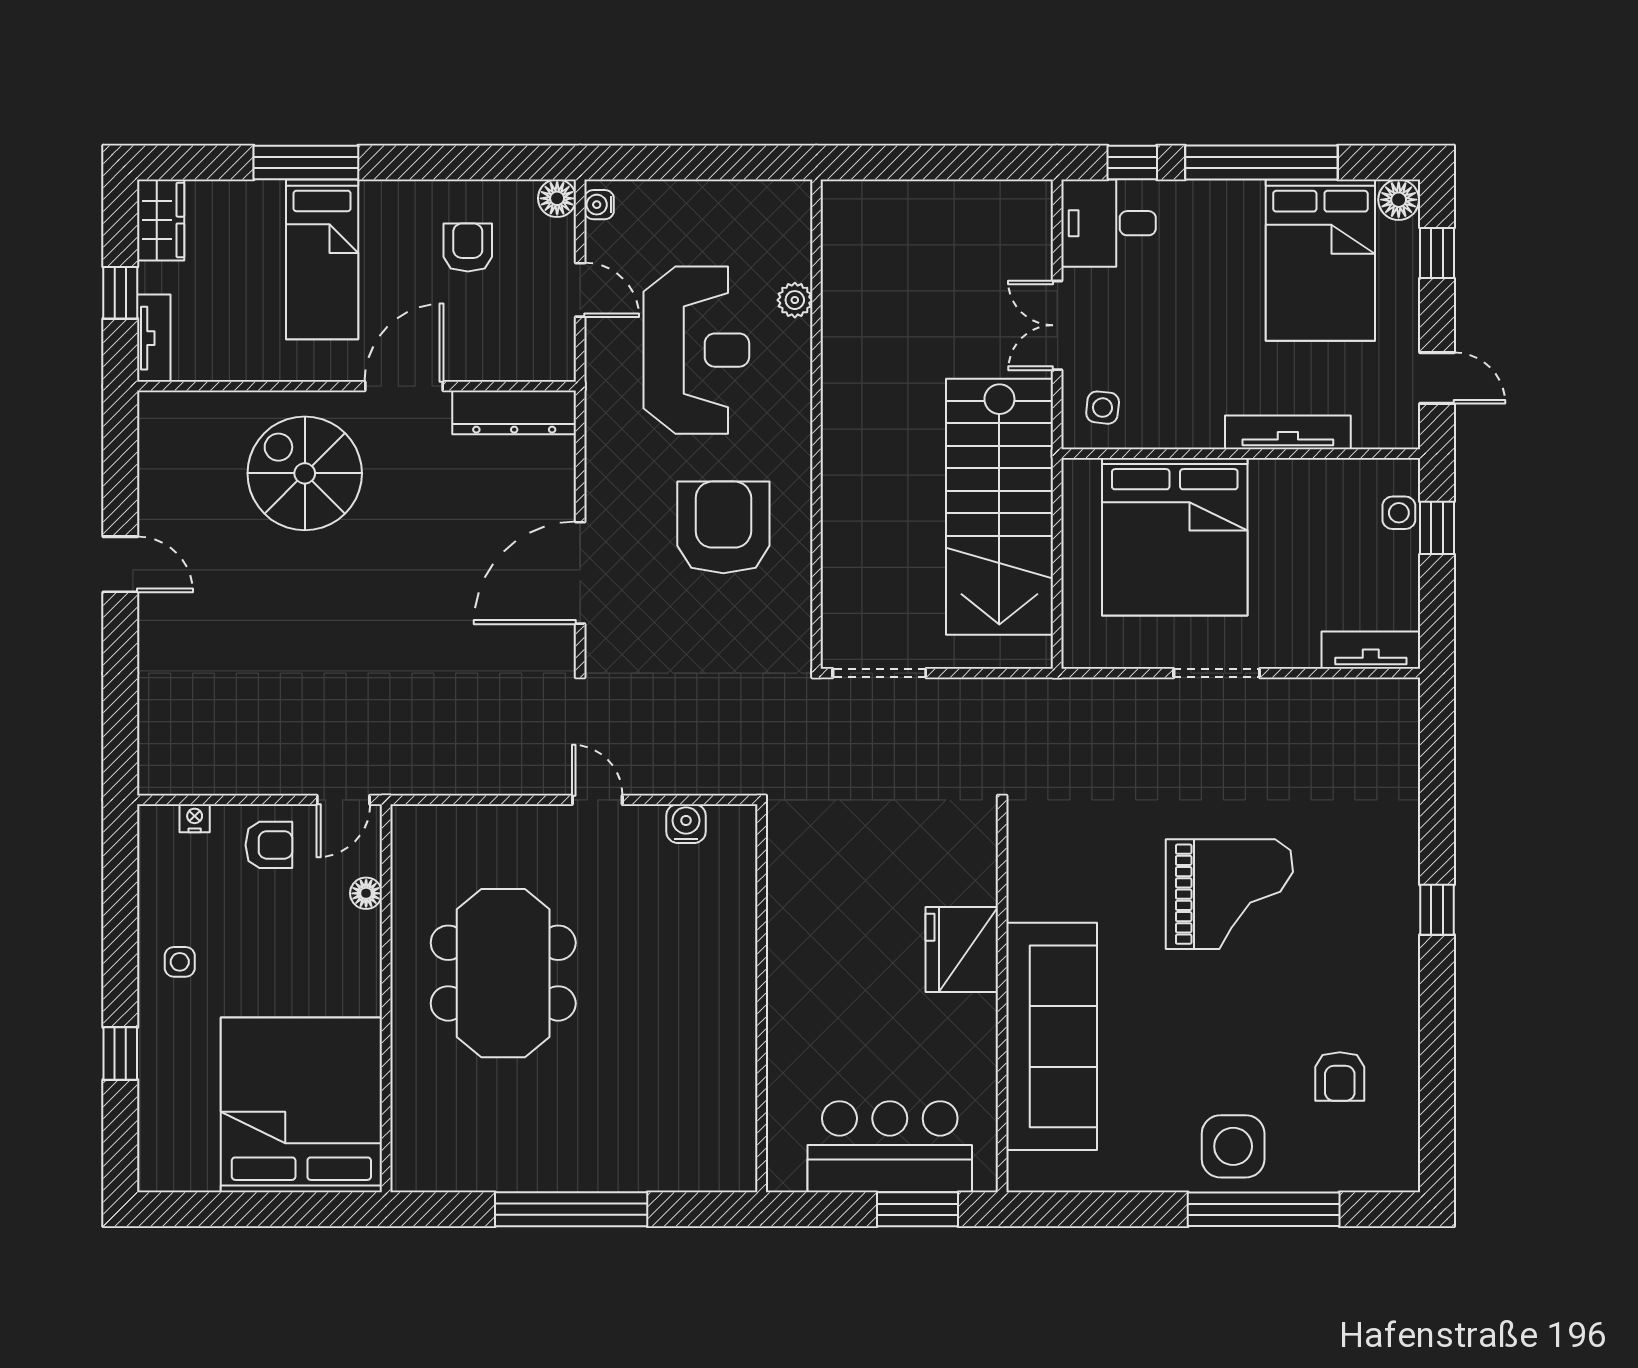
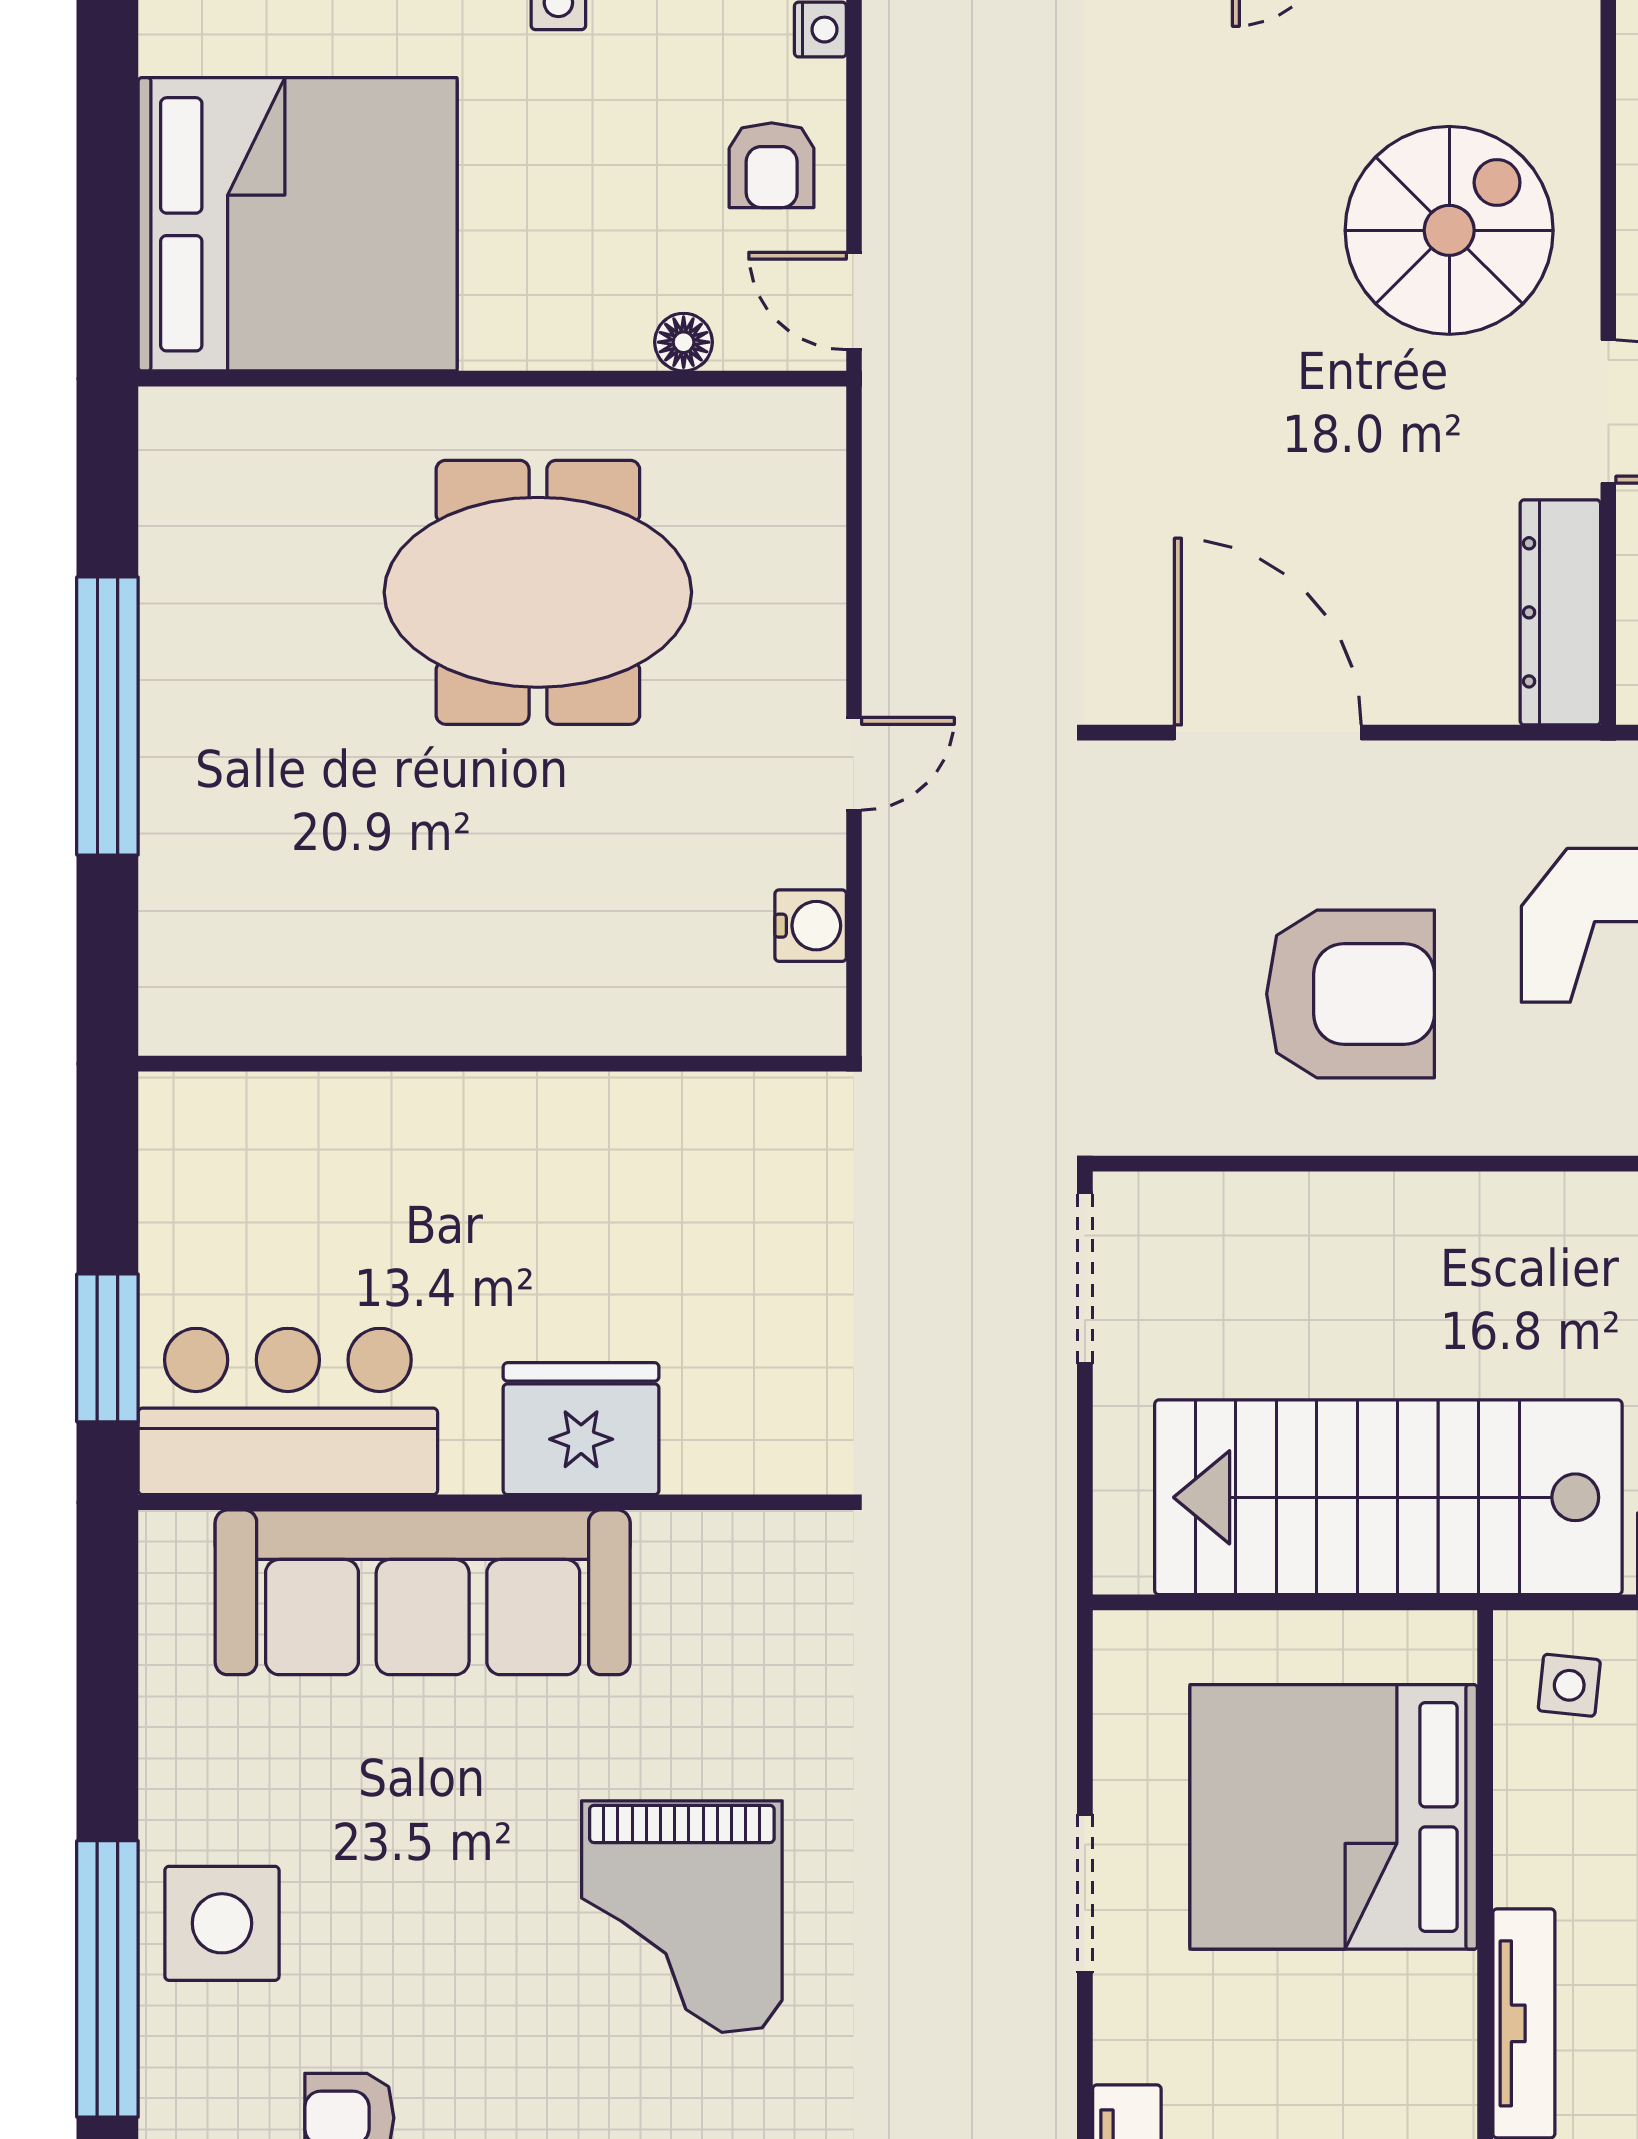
bar counter: (890, 1147) -> (288, 1411), moved, turned -90

